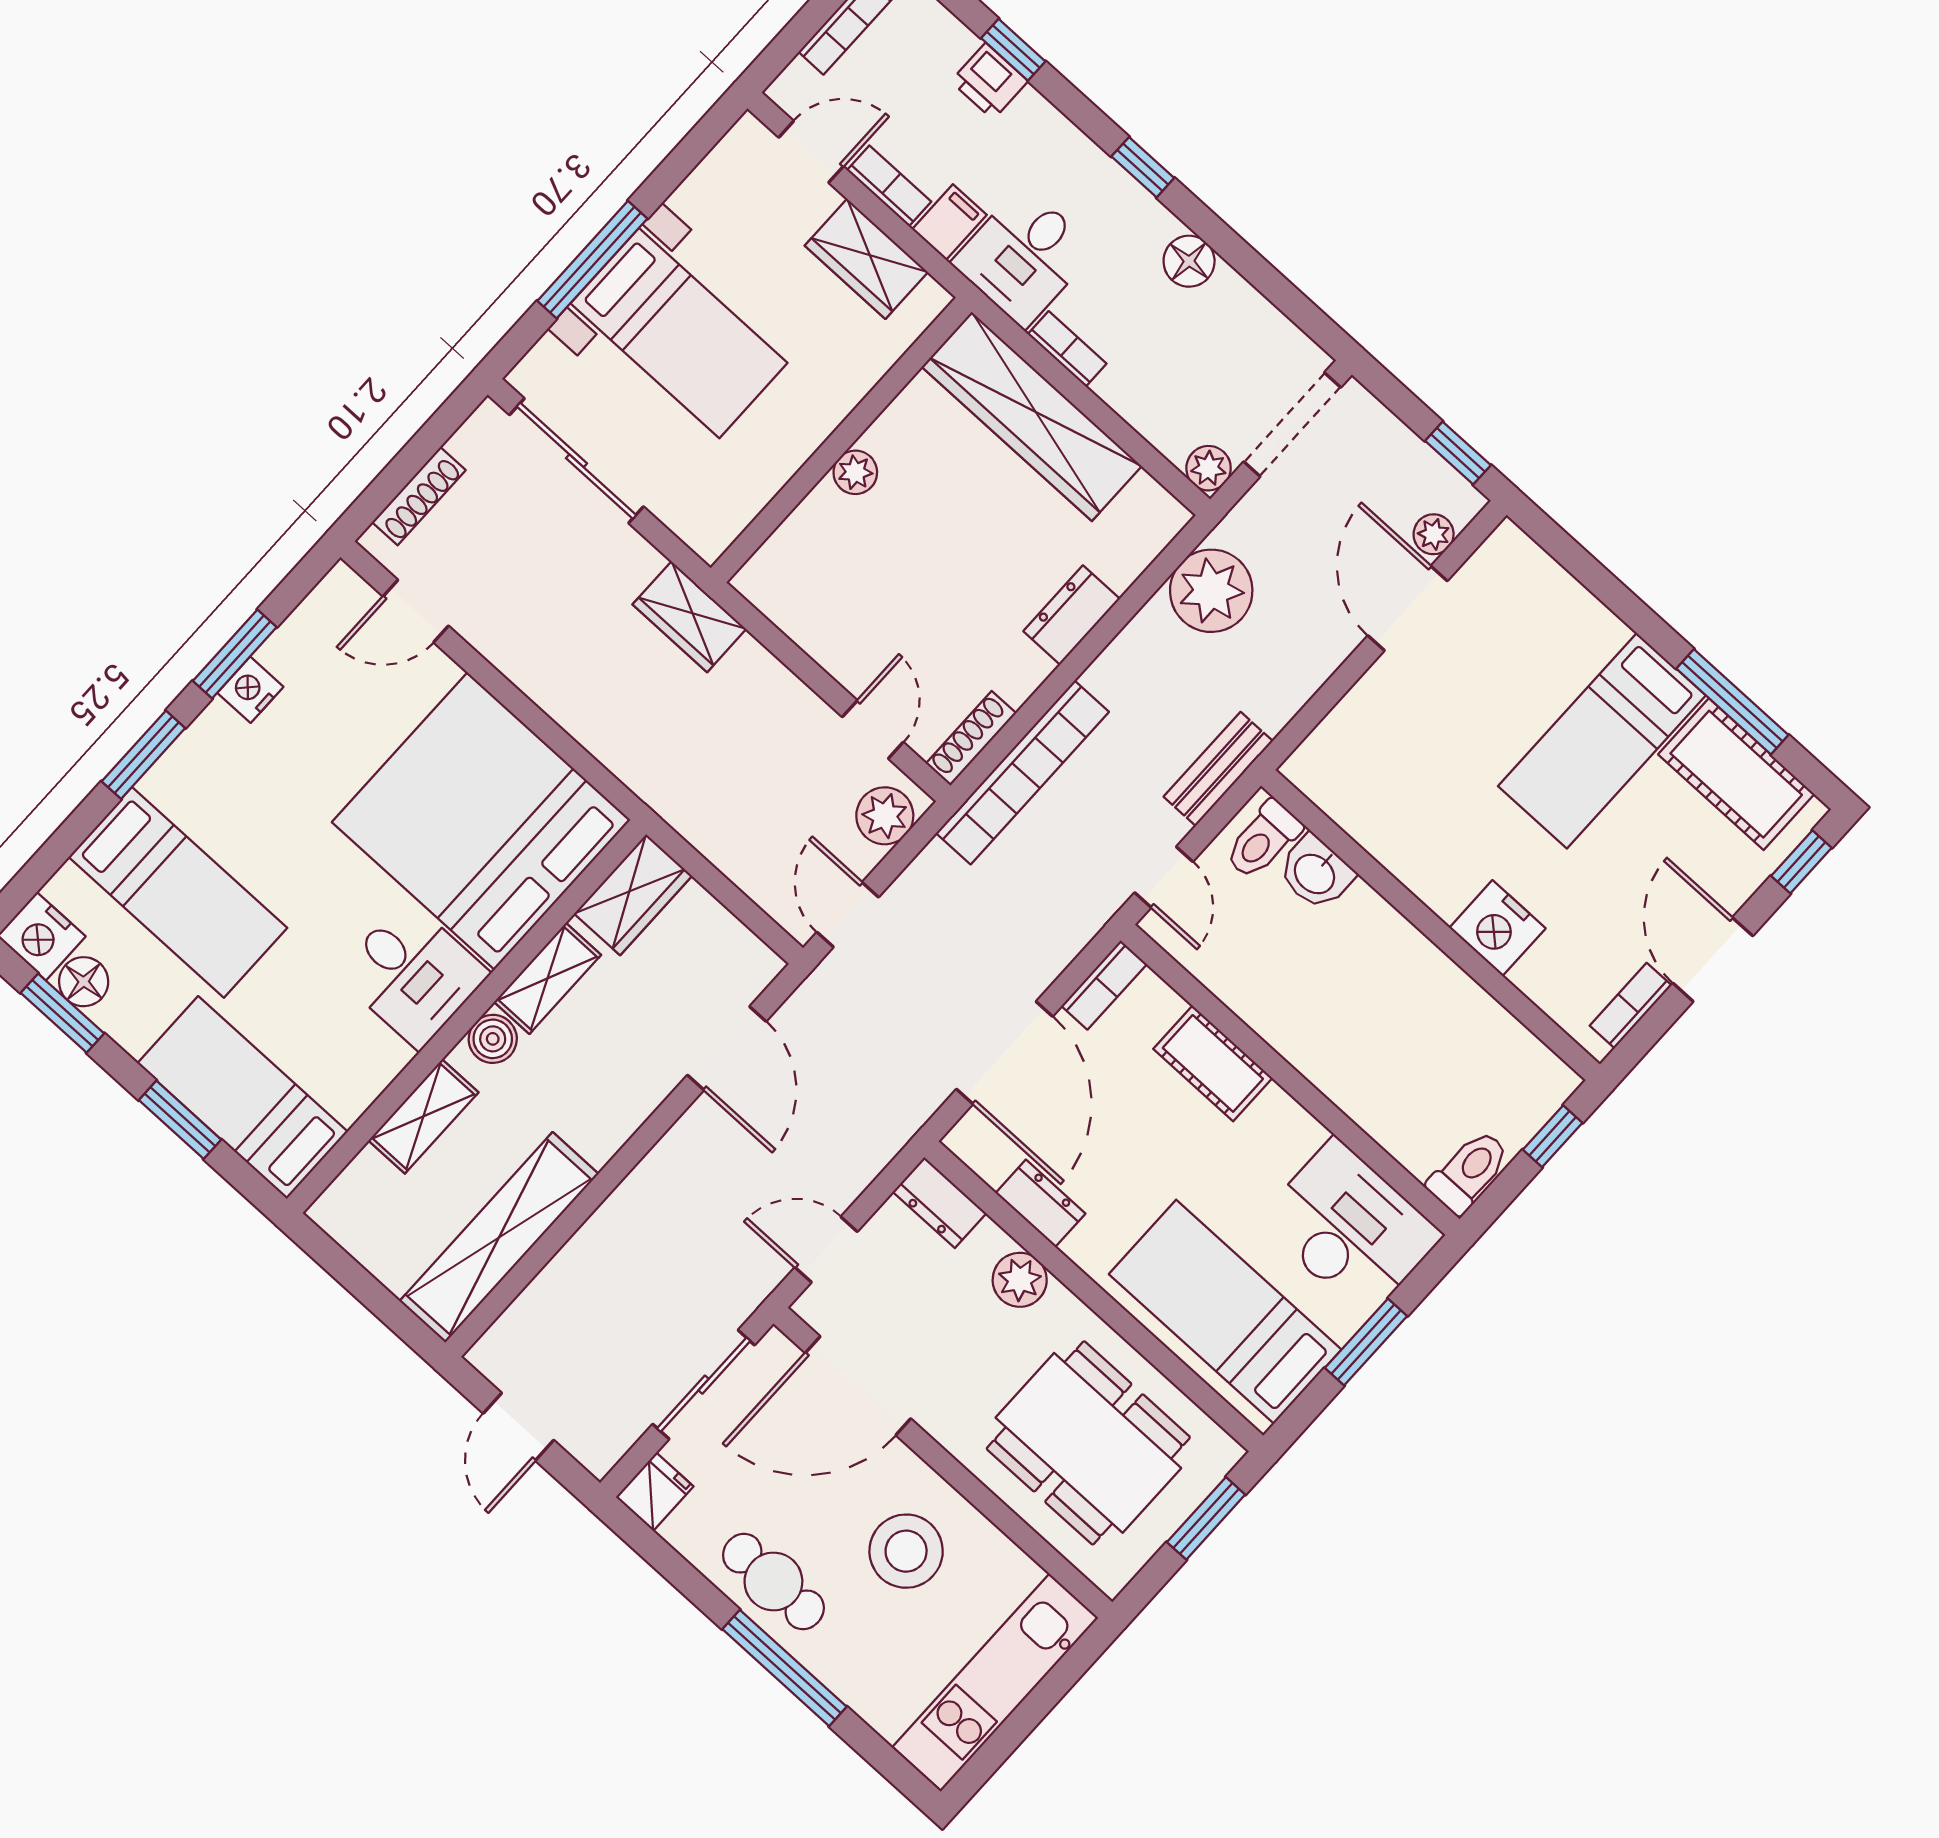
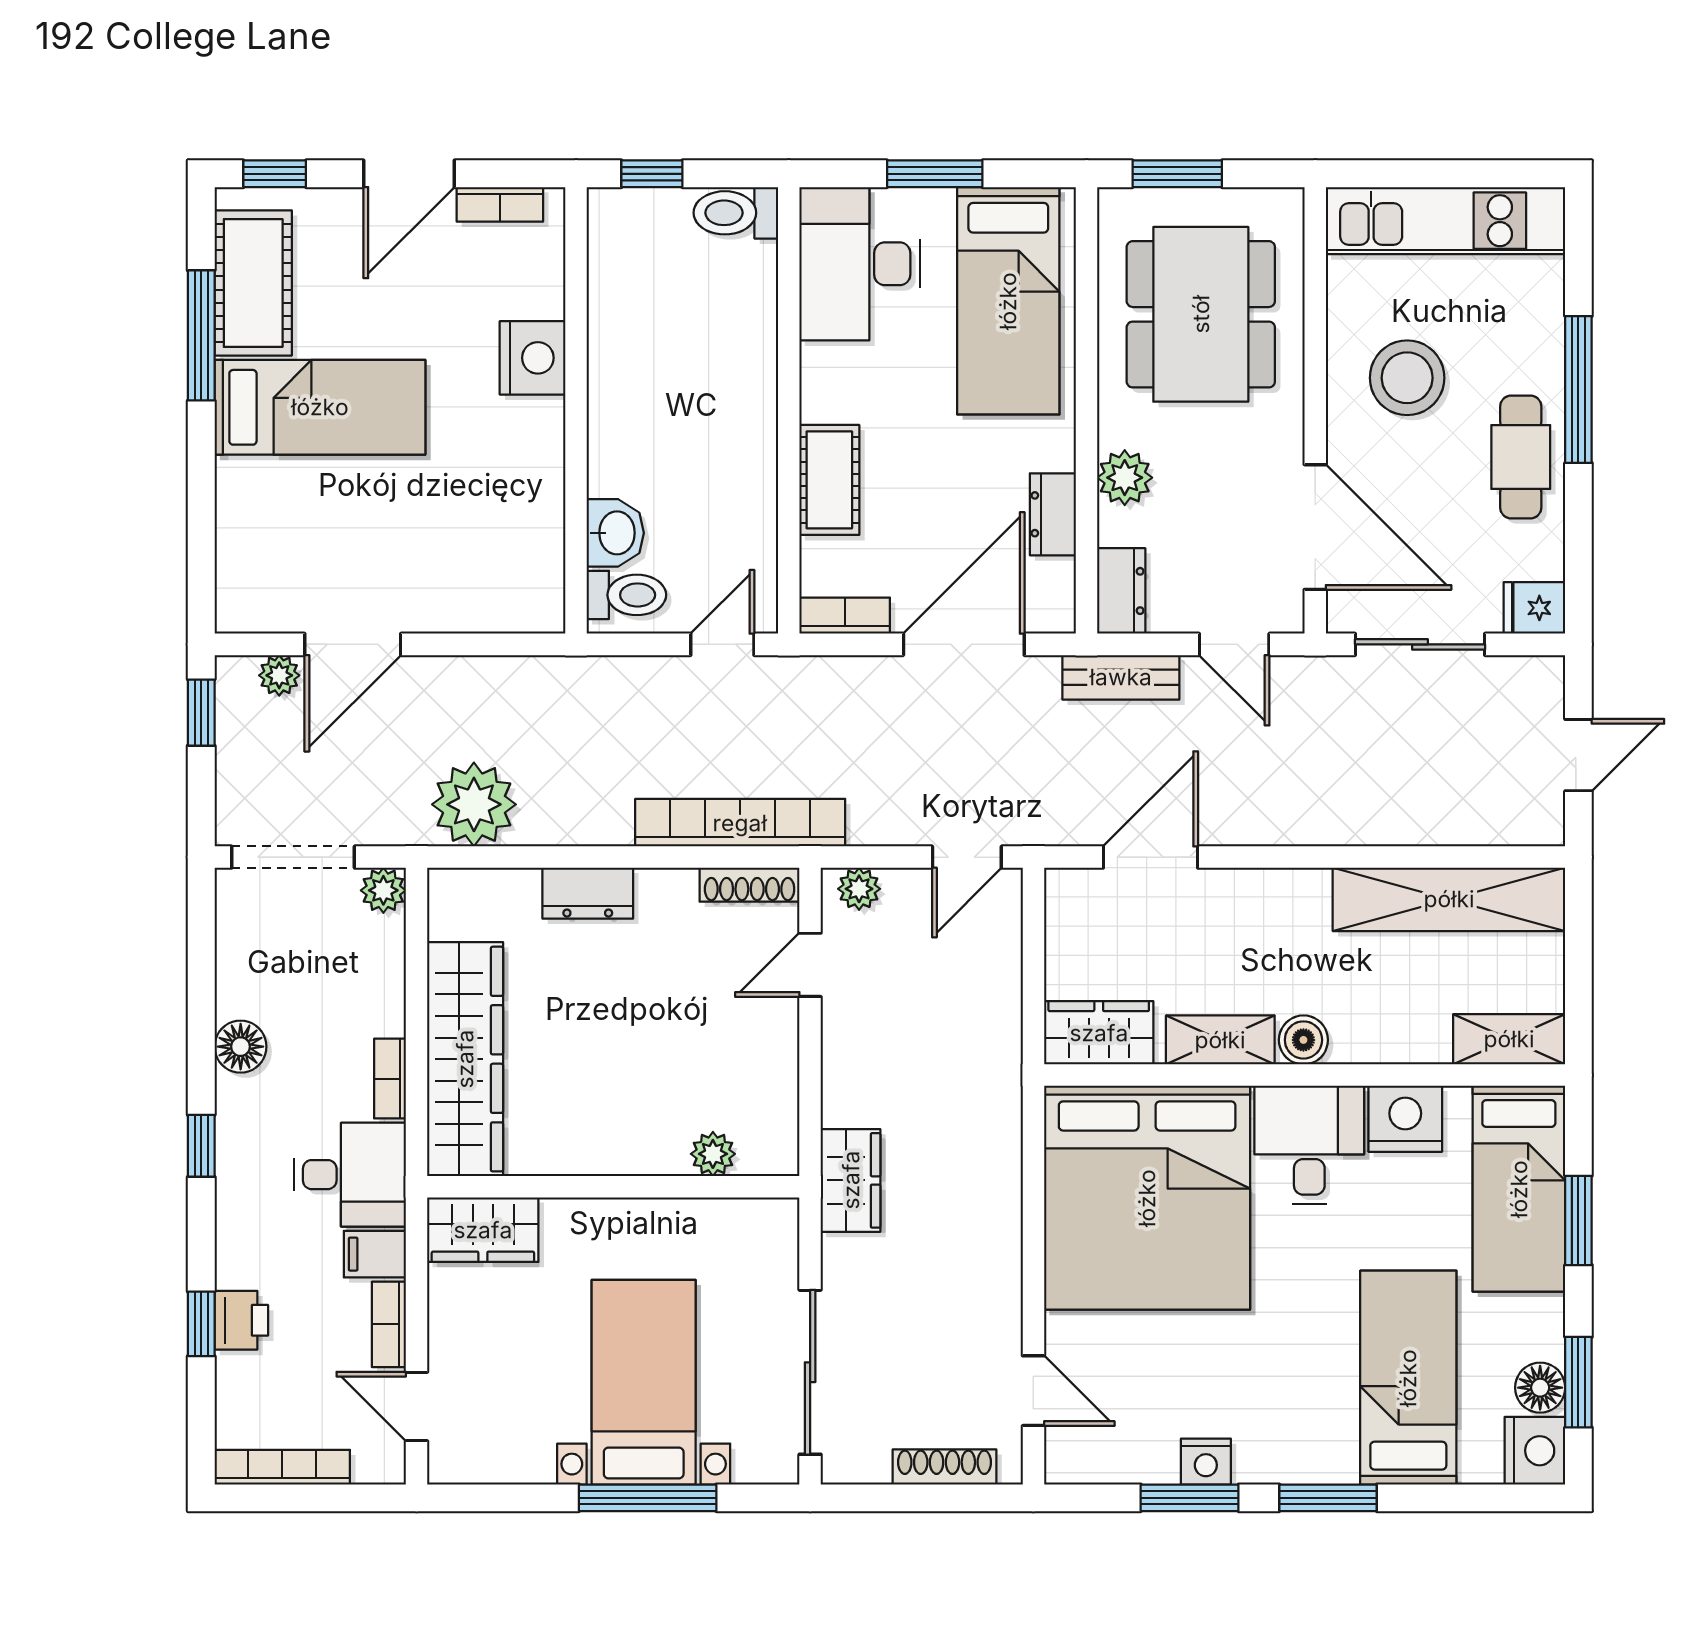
wardrobe: (866, 259) -> (483, 1230), moved, turned 90
plant: (855, 472) -> (713, 1154), moved
bench: (1218, 769) -> (1121, 677), moved
plant: (885, 816) -> (859, 889), width x0.73, depth x0.73
nightstand: (368, 1061) -> (1405, 1119), added
shelving: (423, 1116) -> (1509, 1039), moved

